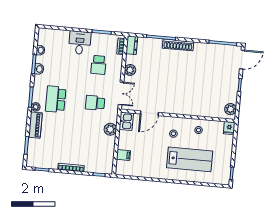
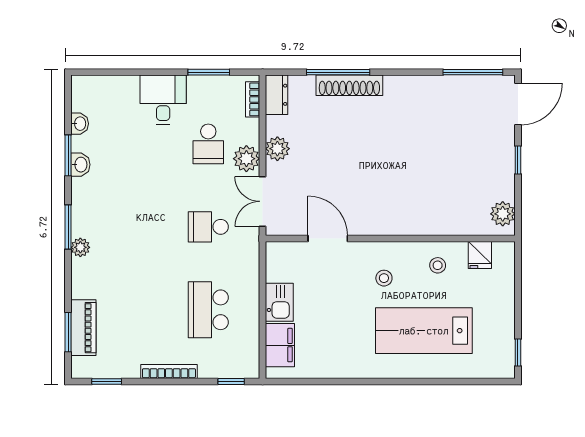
shoe rack: (178, 45) -> (349, 85), moved
double door: (121, 93) -> (263, 201), swing flipped
school desk: (56, 99) -> (208, 310), moved
door: (149, 113) -> (328, 239), swing flipped
kitchen sink: (126, 121) -> (279, 302), moved
piano: (35, 125) -> (83, 328), moved
fridge: (229, 128) -> (480, 255), moved
plant: (110, 129) -> (246, 159), moved
filing cabinet: (123, 155) -> (280, 345), width x2.00
lab bench: (190, 159) -> (424, 331), turned 180

